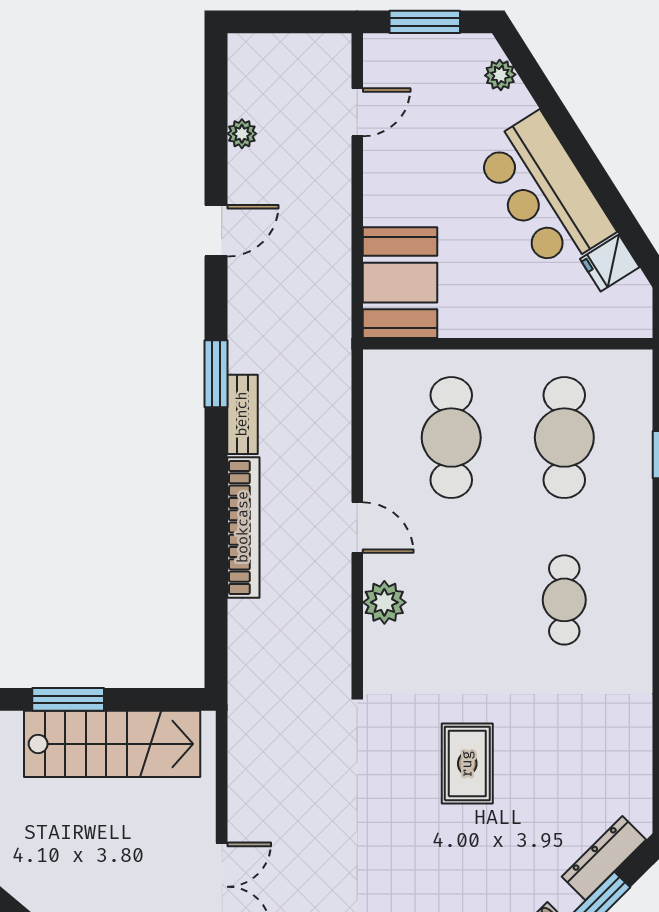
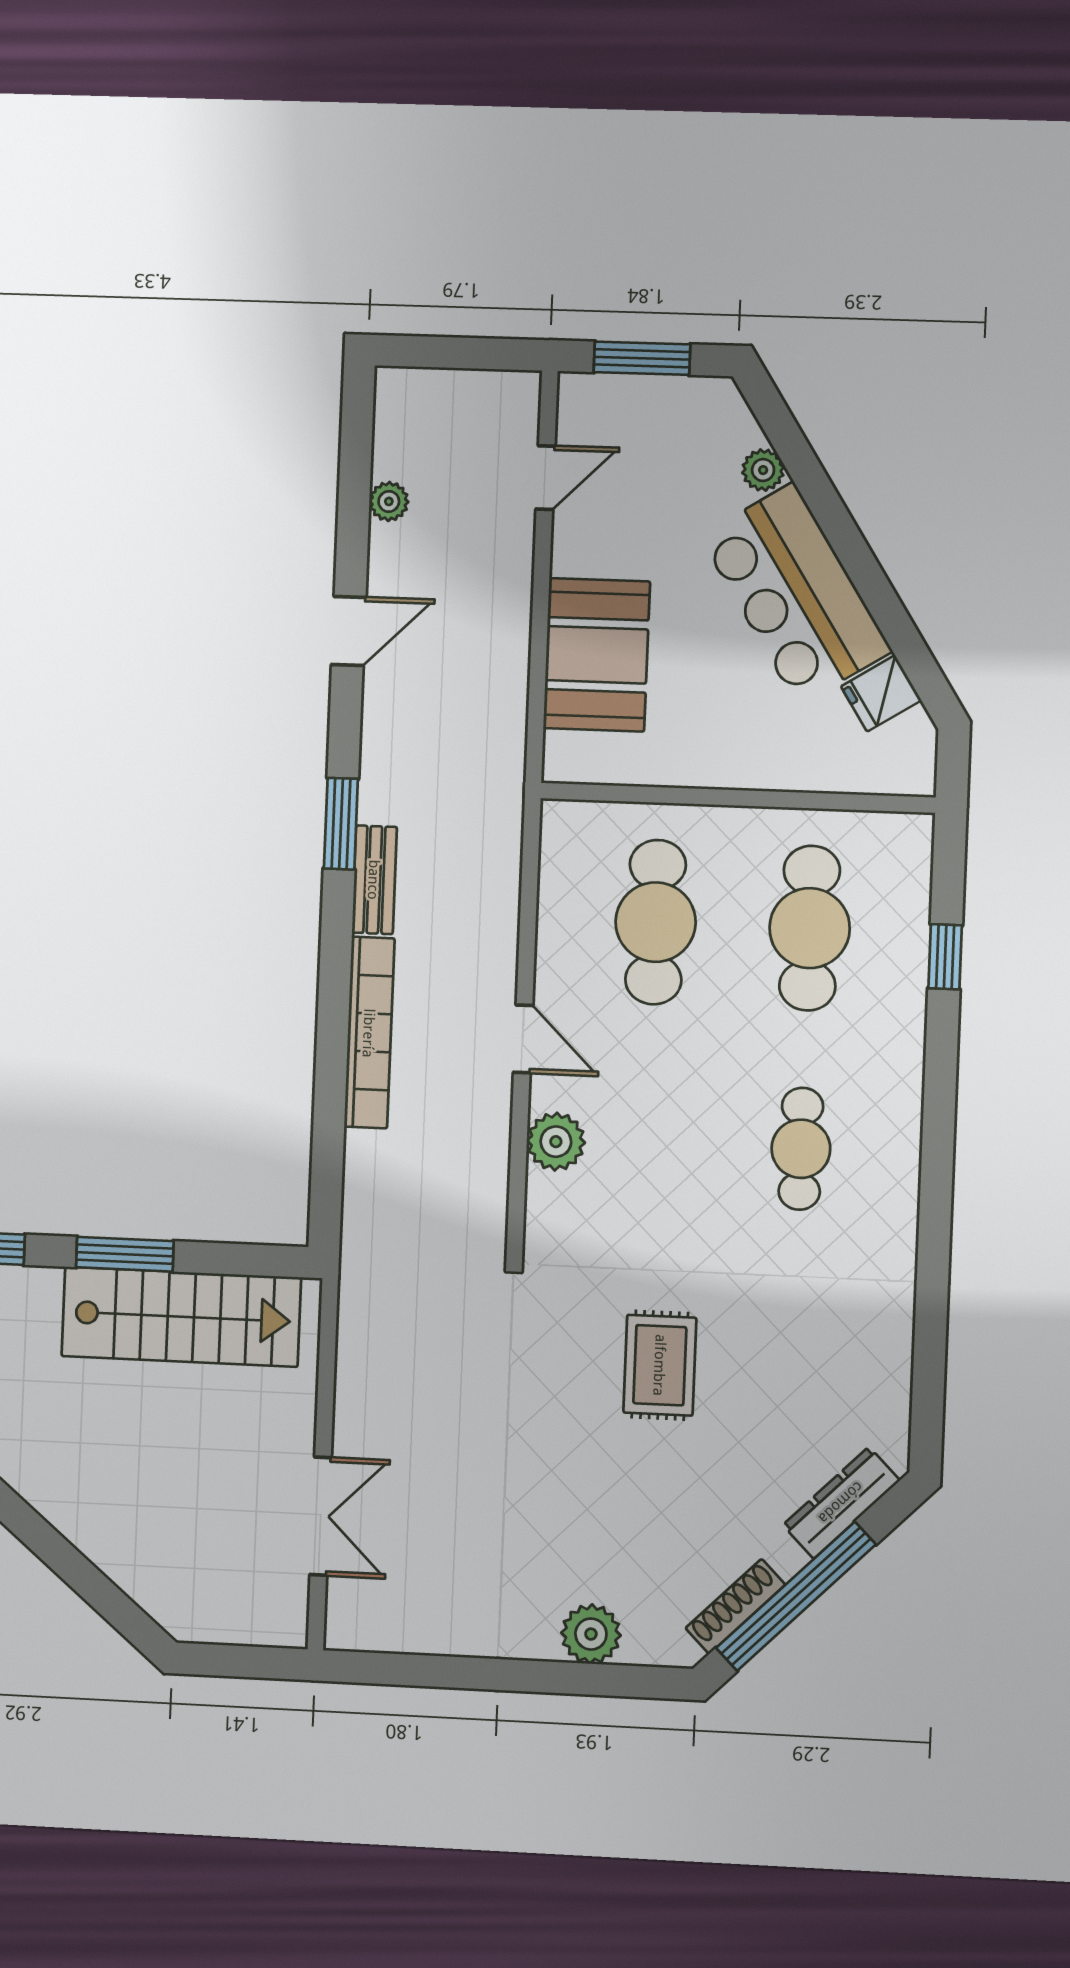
plant: (500, 75) -> (763, 470), moved
booth: (400, 283) -> (597, 655), moved

